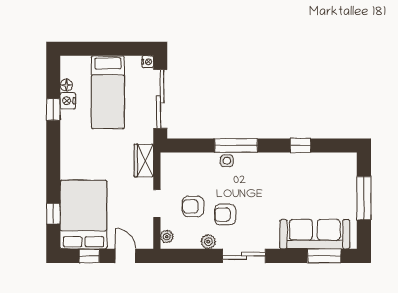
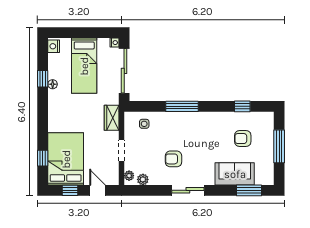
floor lamp: (66, 85) -> (53, 84), moved
nightstand: (68, 101) -> (54, 46), moved
window: (300, 145) -> (242, 106), moved
side table: (227, 161) -> (144, 124), moved
armchair: (193, 206) -> (243, 139), moved
sofa: (315, 234) -> (235, 174), width x0.73
plant: (208, 242) -> (143, 179), moved

